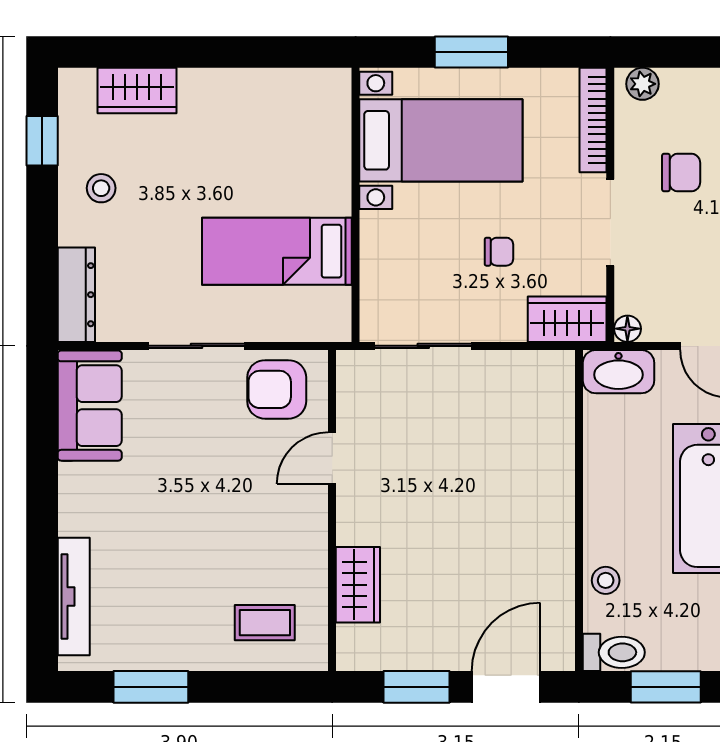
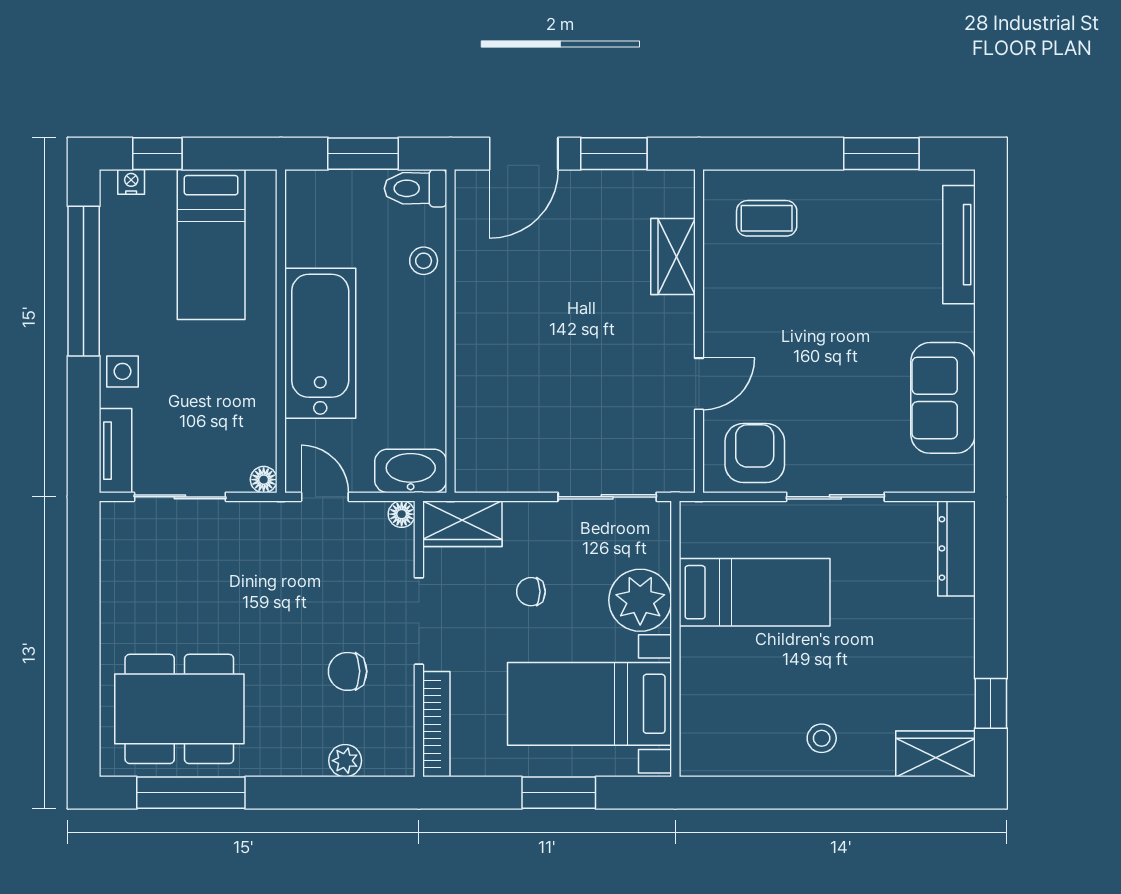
plant: (642, 84) -> (345, 761), moved
wardrobe: (137, 90) -> (936, 754), moved
stool: (101, 188) -> (822, 738), moved
plant: (390, 243) -> (640, 600), added
armchair: (277, 389) -> (755, 453), turned -90
sofa: (90, 406) -> (943, 398), moved

